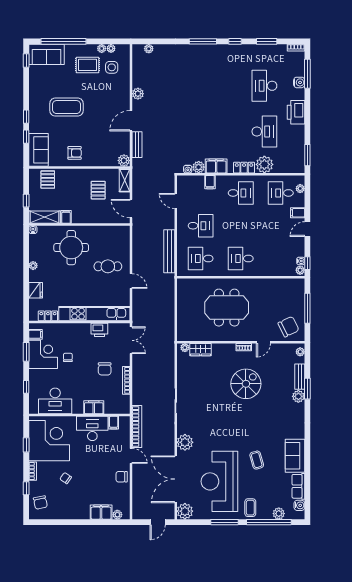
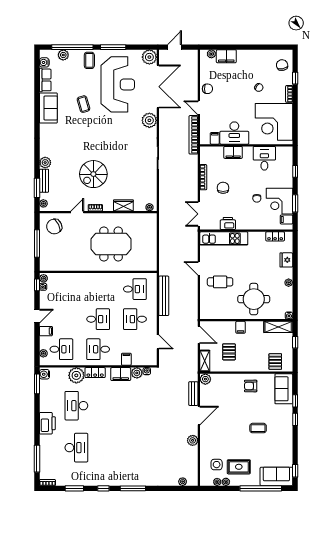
water cooler: (299, 82) -> (44, 374), moved
coffee table: (66, 107) -> (258, 428), width x0.54, depth x0.58
filing cabinet: (66, 217) -> (241, 327), moved
desk: (241, 259) -> (98, 319), moved
kitchen unit: (94, 314) -> (224, 238), width x0.73
wardrobe: (201, 350) -> (123, 205), moved
window: (307, 389) -> (37, 188), moved
desk: (55, 401) -> (264, 158), width x0.73
window: (26, 445) -> (295, 118), removed

